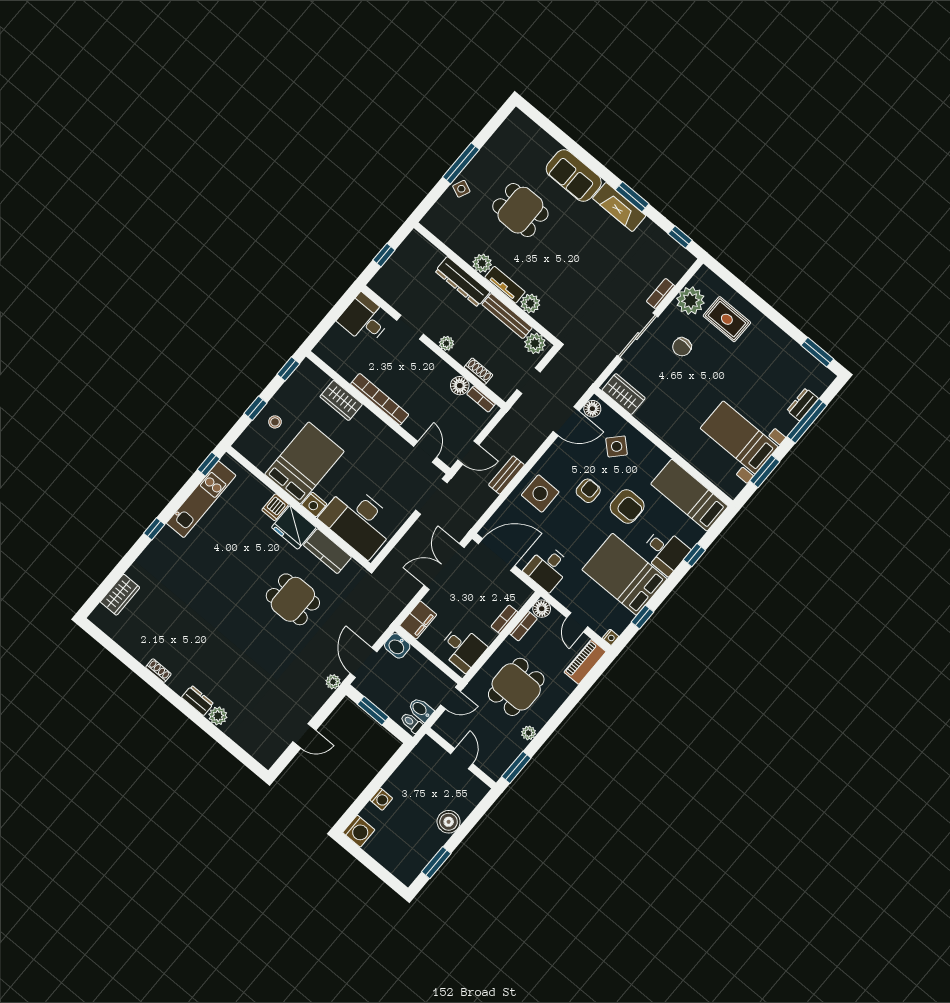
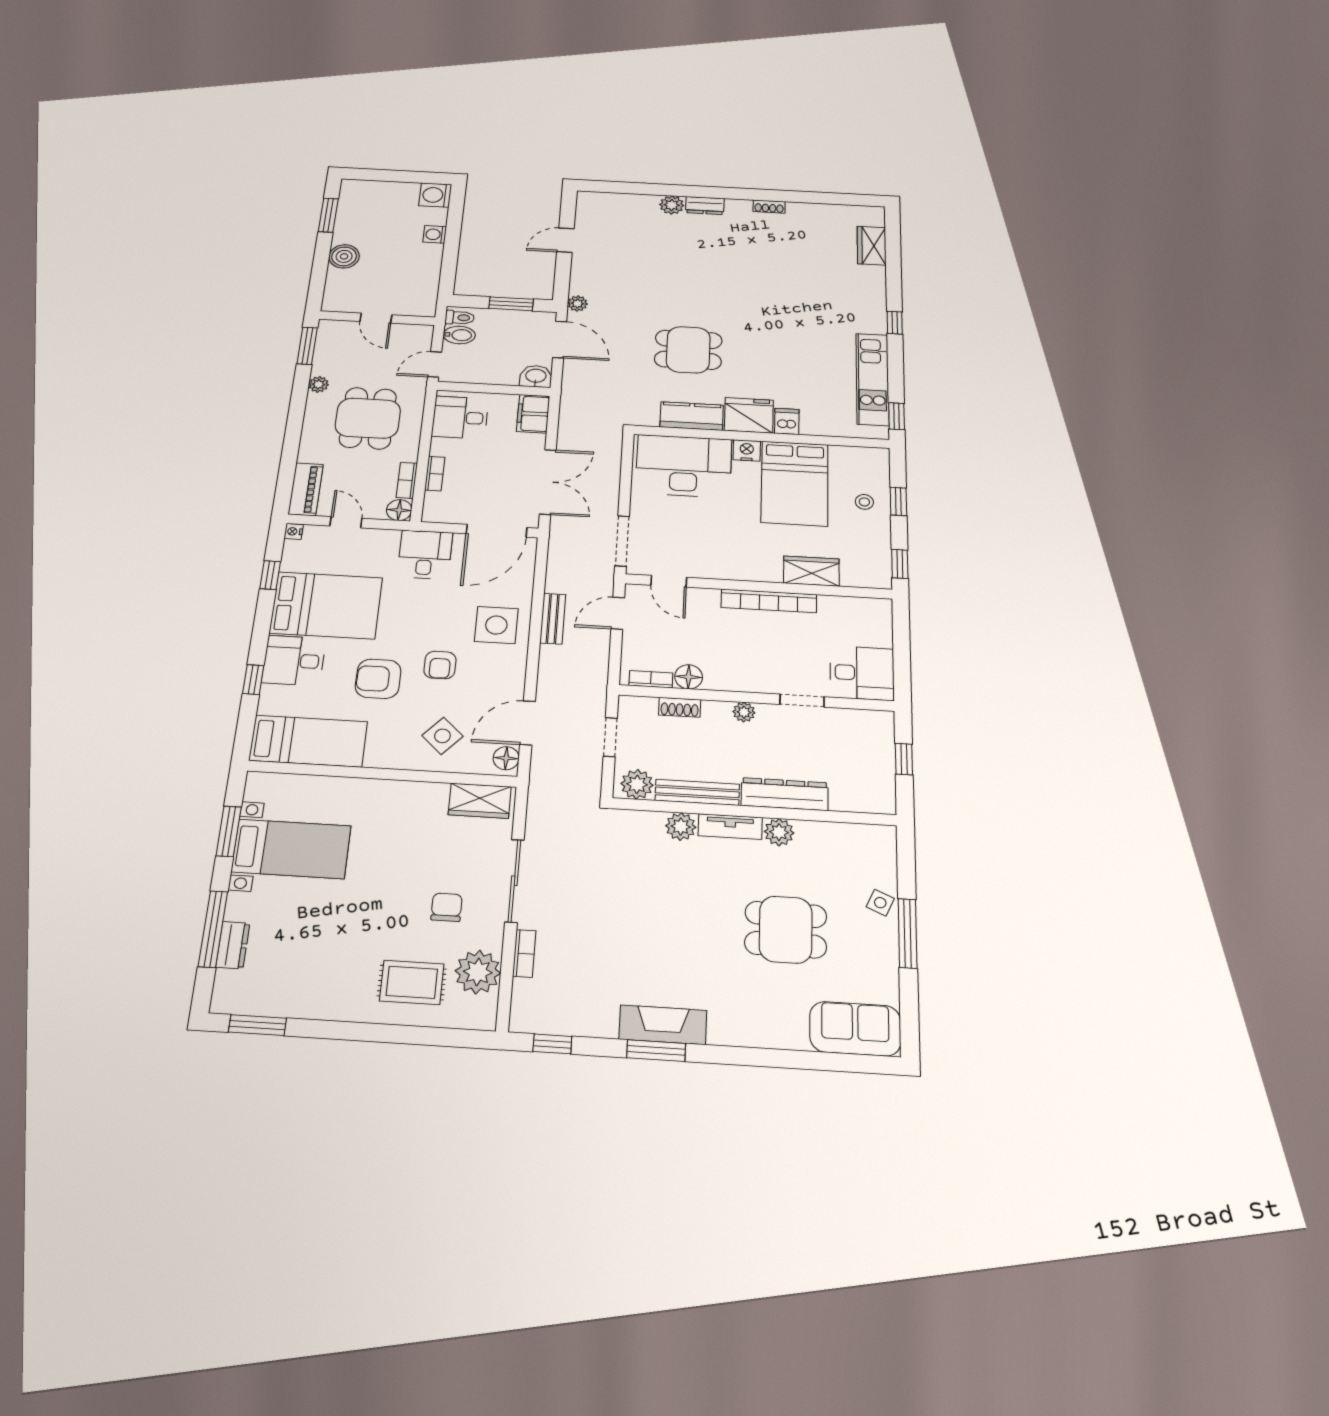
sofa: (574, 176) -> (855, 1029), moved

